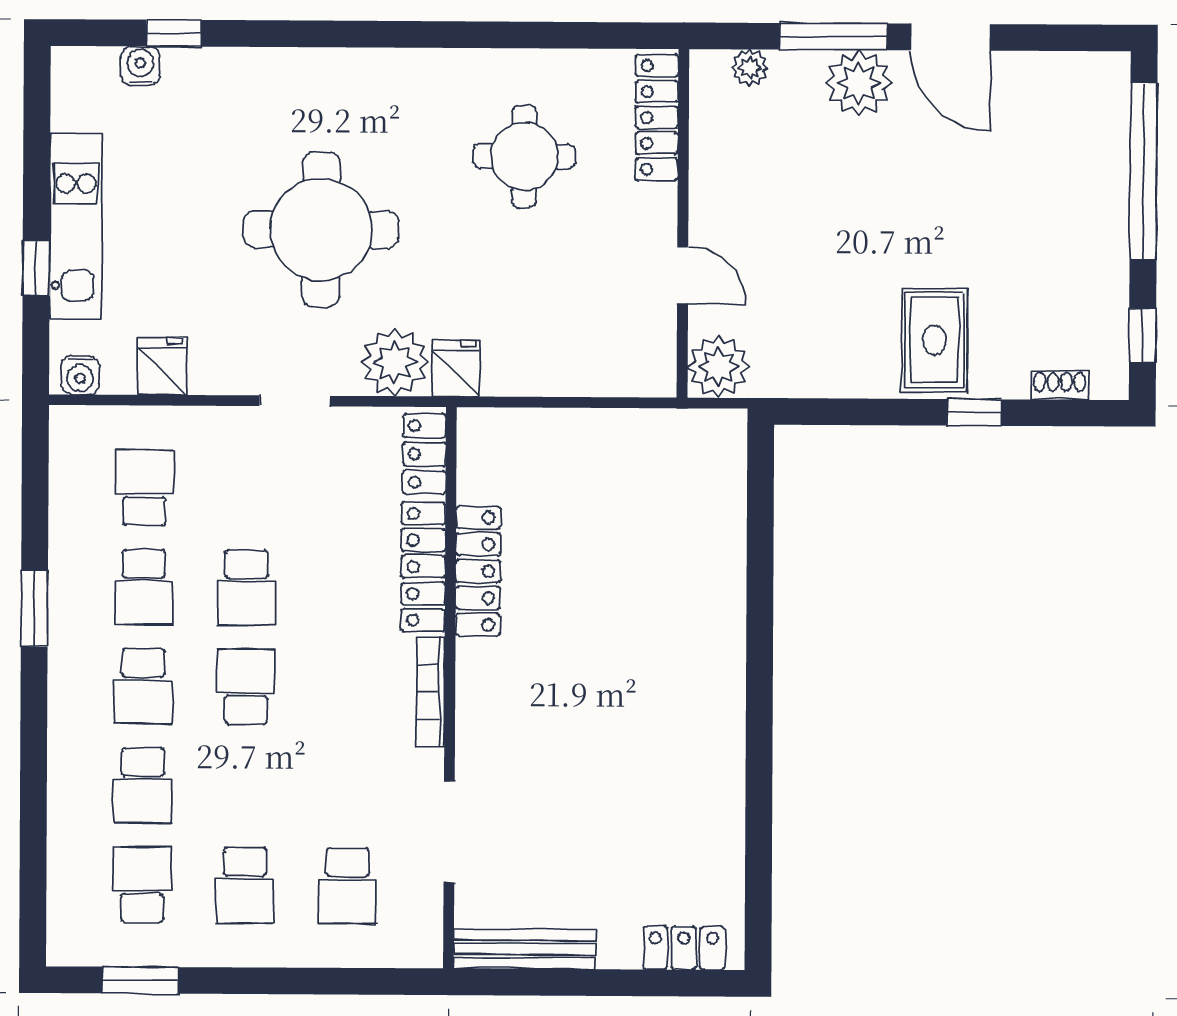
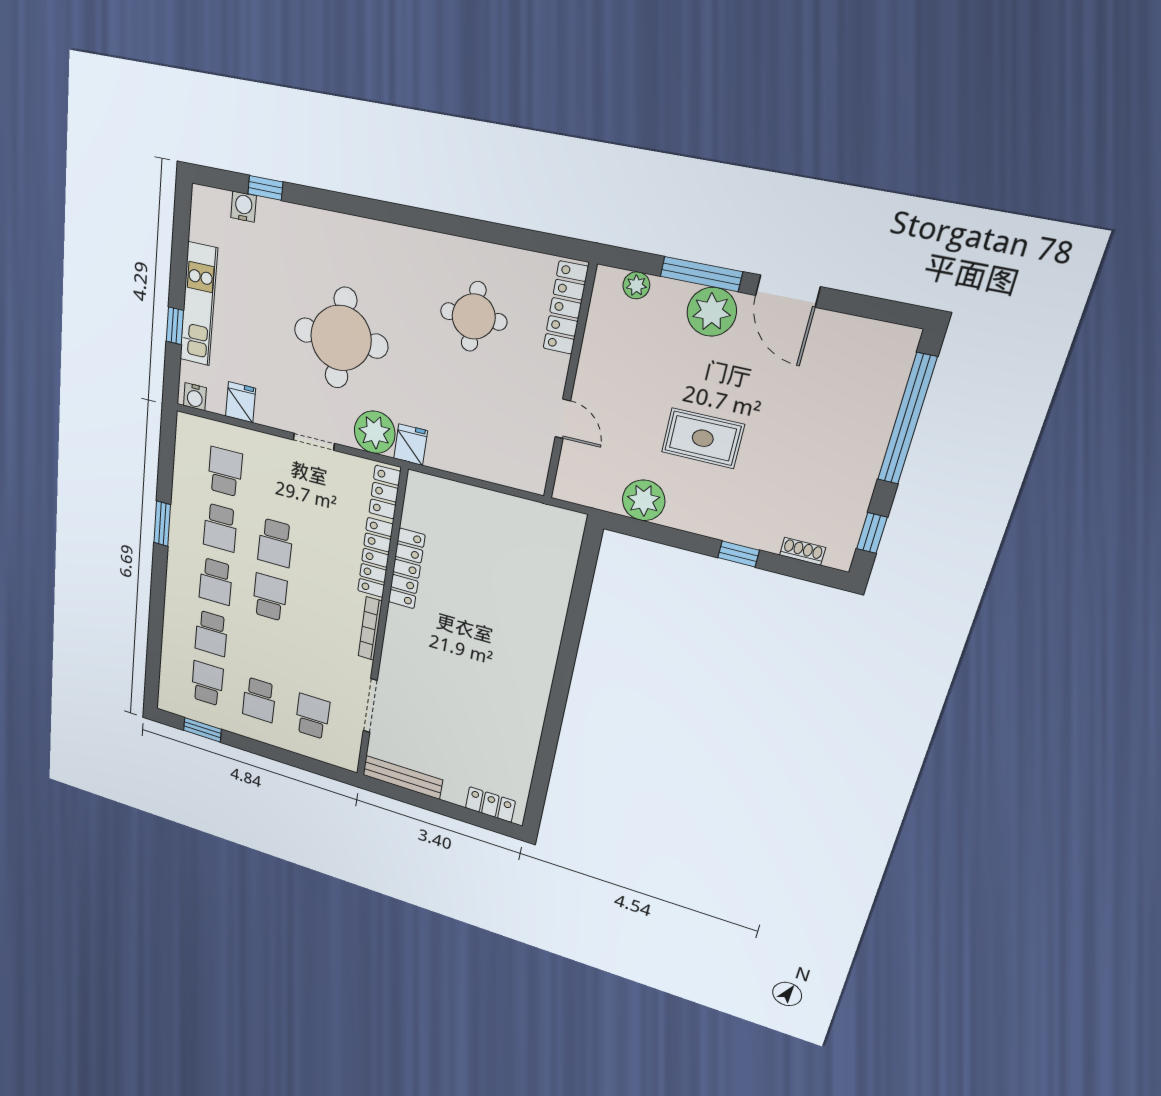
rug: (934, 340) -> (703, 438), moved, turned 90
plant: (718, 367) -> (644, 500), moved
school desk: (347, 886) -> (312, 716), turned 180

